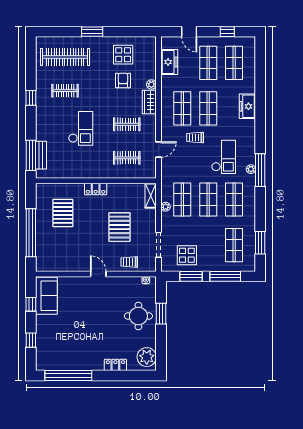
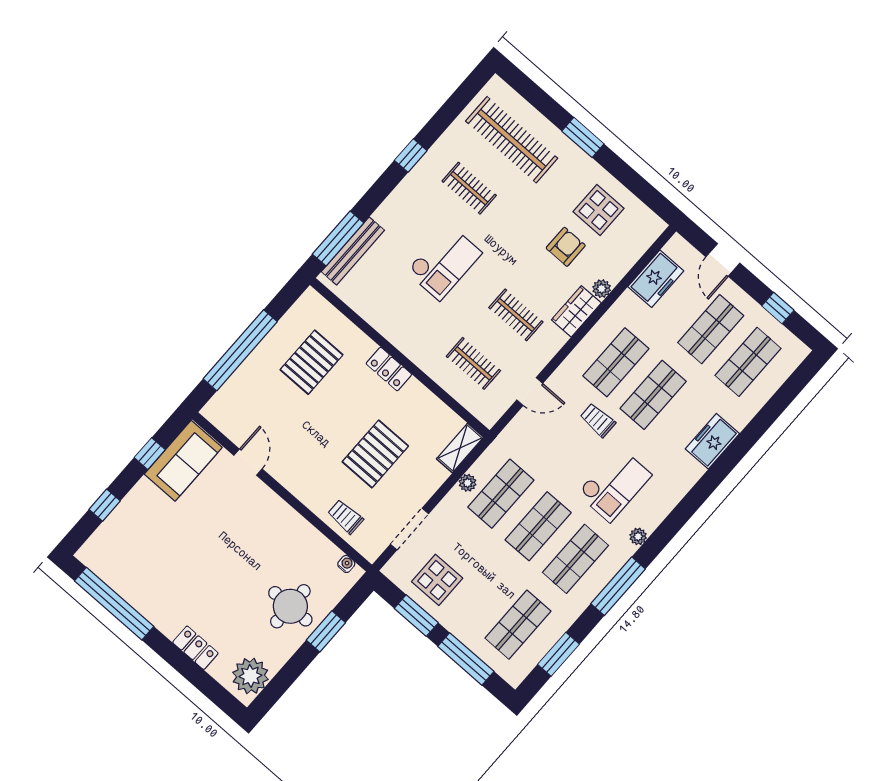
bench: (41, 155) -> (353, 251), width x1.36
window: (260, 170) -> (618, 586), moved
door: (98, 274) -> (248, 462), moved

